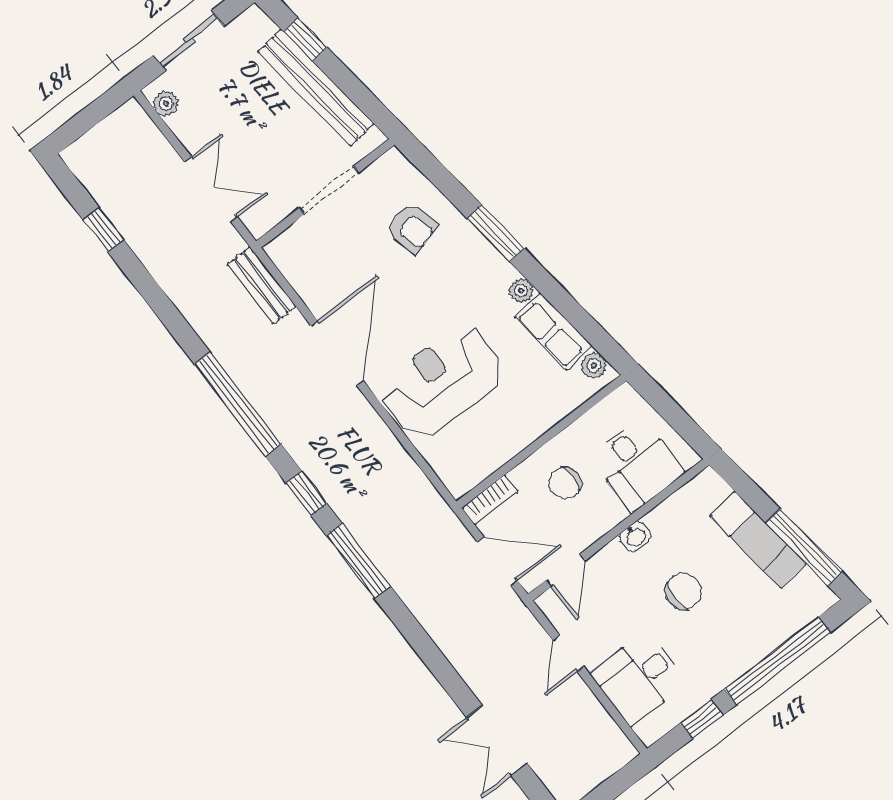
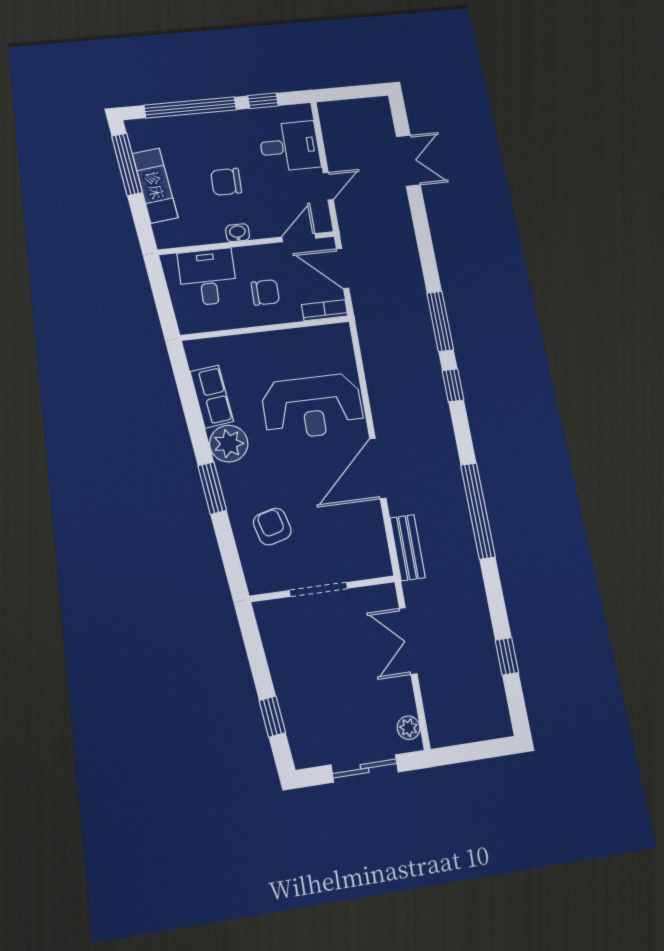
bench: (316, 88) -> (285, 674), removed
plant: (521, 291) -> (229, 444), width x1.88, depth x1.88
plant: (594, 366) -> (197, 358), removed
window: (238, 404) -> (478, 511), moved

